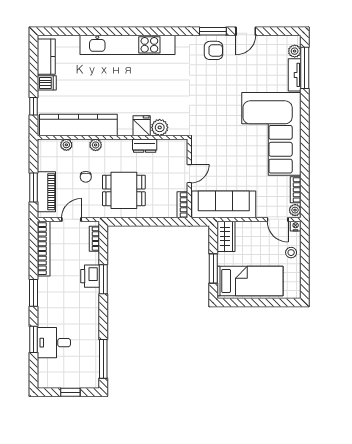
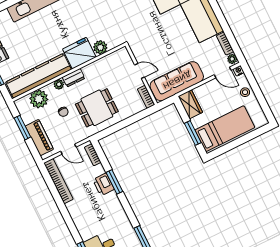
fridge: (142, 126) -> (79, 53), width x1.88, depth x1.34
plant: (66, 145) -> (39, 99), width x1.88, depth x1.88
dresser: (145, 146) -> (74, 78), moved
door: (189, 174) -> (140, 71), hinge flipped
window: (33, 187) -> (22, 128), moved
door: (71, 219) -> (68, 149), swing flipped
window: (33, 293) -> (67, 218), removed

